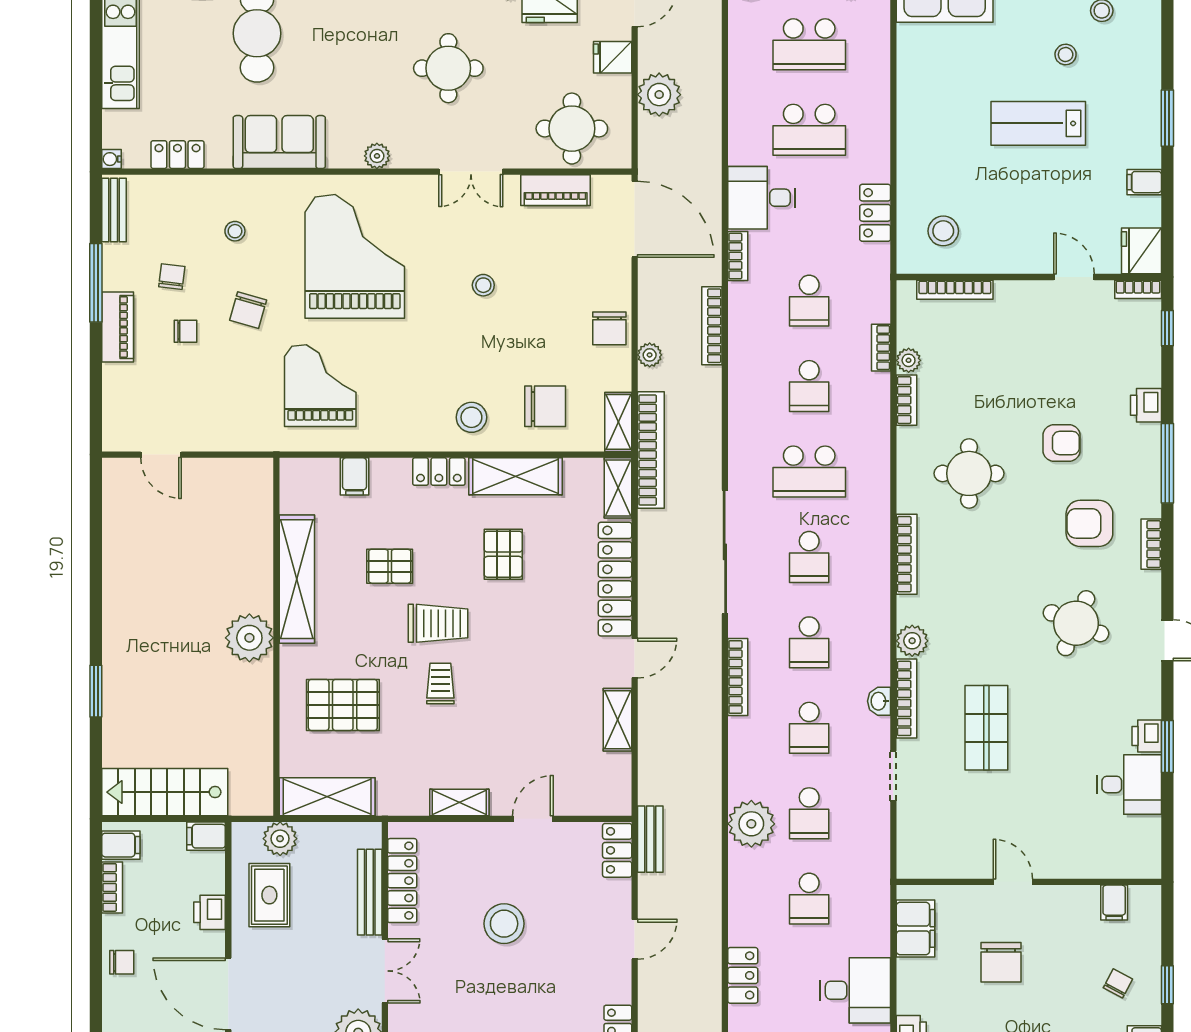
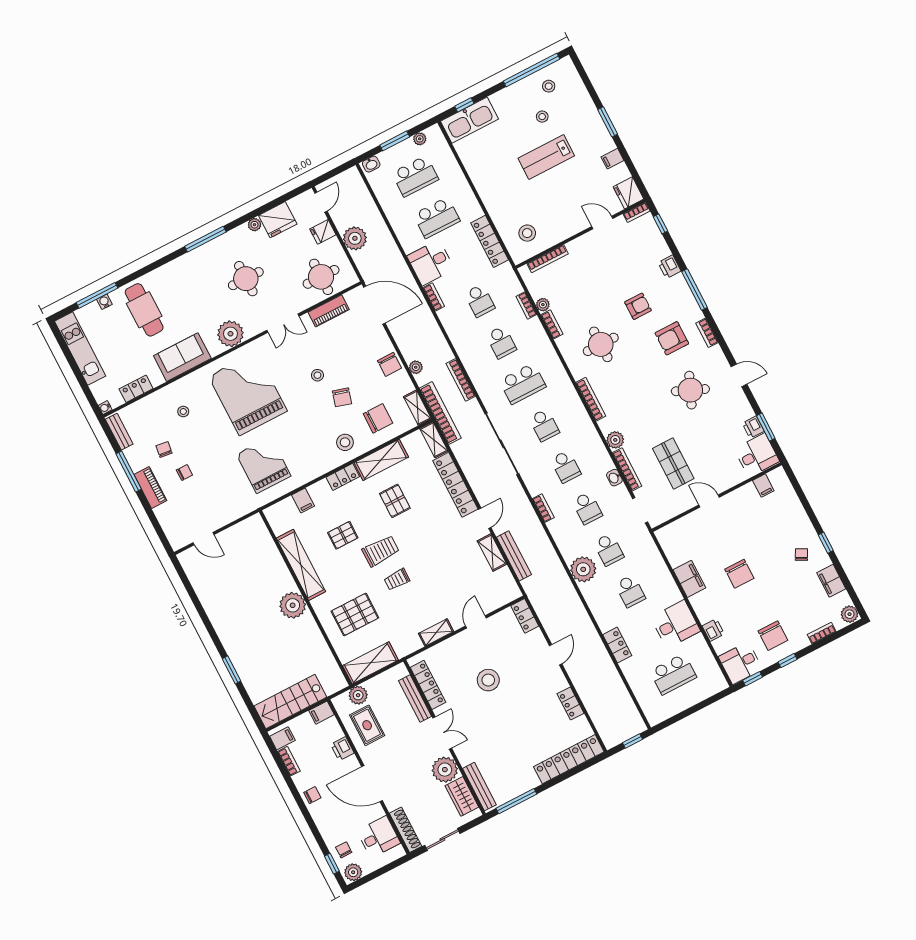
plant: (377, 156) -> (230, 334), width x1.88, depth x1.88
locker: (875, 213) -> (490, 241), width x1.53
chair: (248, 310) -> (342, 397), moved
bookcase: (712, 326) -> (461, 380), moved
bookcase: (738, 677) -> (543, 508), width x0.64
trolley: (440, 683) -> (397, 579), turned -90
bench: (650, 839) -> (514, 556), moved, width x1.36
door: (1013, 882) -> (709, 501), moved
wall: (1029, 882) -> (717, 497), moved
filing cabinet: (1114, 903) -> (763, 486), moved

